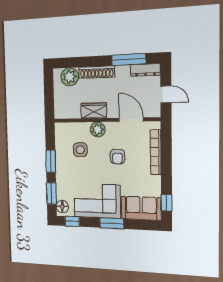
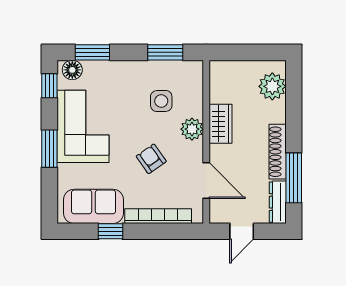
shoe rack: (97, 72) -> (278, 152), moved
door: (131, 120) -> (206, 180), hinge flipped
armchair: (117, 157) -> (151, 159), turned 55
window: (51, 161) -> (165, 52), moved
window: (167, 203) -> (111, 231), moved
sofa: (141, 208) -> (93, 206), moved, turned -90

